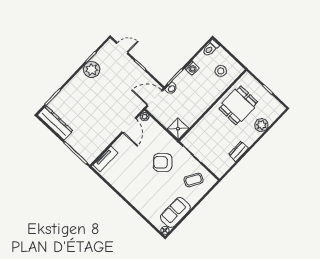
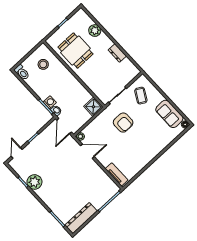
washing machine: (192, 68) -> (50, 102), moved
armchair: (163, 162) -> (123, 123), turned -48

